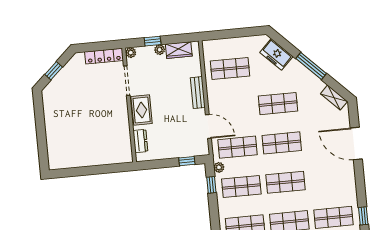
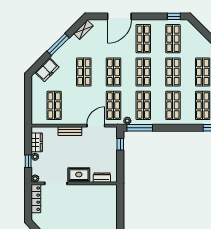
shop shelf: (330, 178) -> (143, 39), added
window: (211, 185) -> (140, 128), width x2.17

